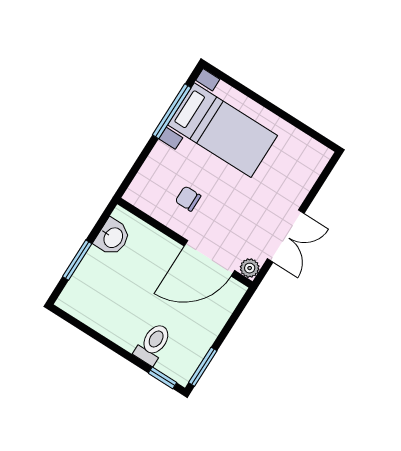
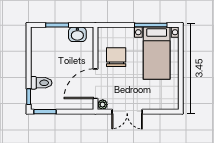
chair: (188, 199) -> (116, 57), width x1.87, depth x1.87
door: (209, 258) -> (95, 84), hinge flipped

